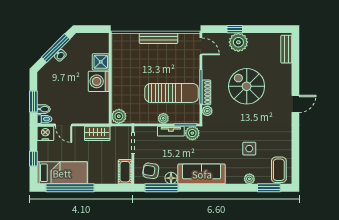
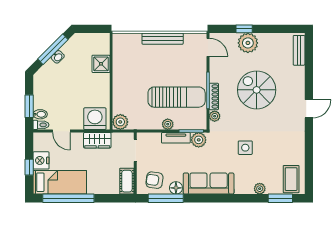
washing machine: (99, 81) -> (95, 119), moved, turned 90
nightstand: (45, 133) -> (41, 160), moved, turned -90
side table: (249, 149) -> (245, 148), moved

